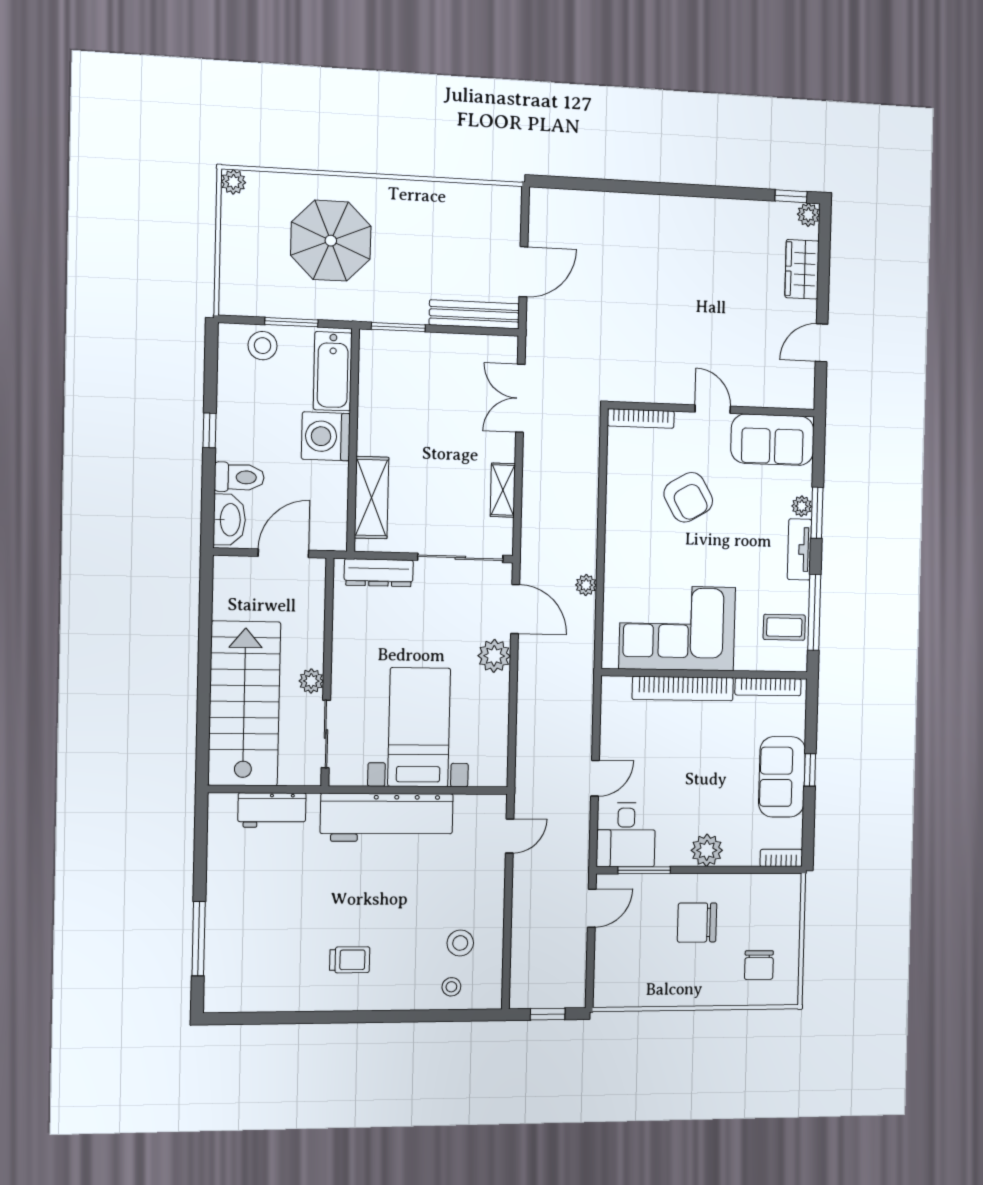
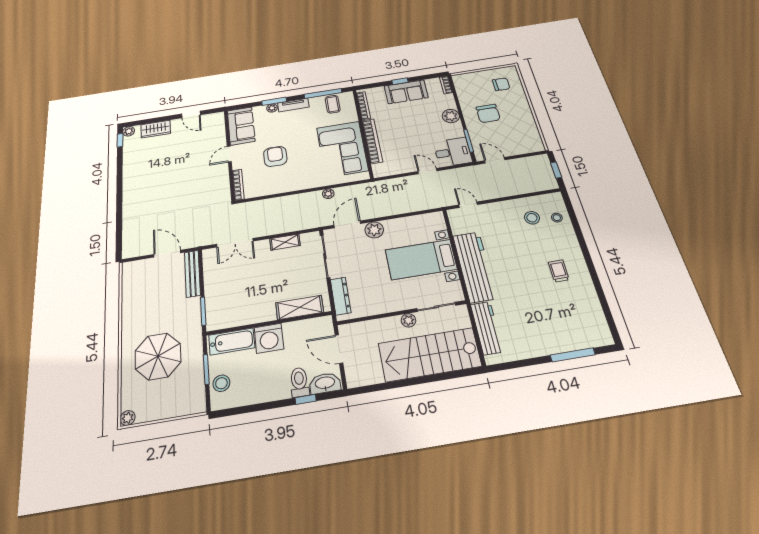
window: (210, 430) -> (306, 399), moved
armchair: (688, 497) -> (275, 156), turned -60
workbench: (272, 810) -> (487, 328), width x1.38

